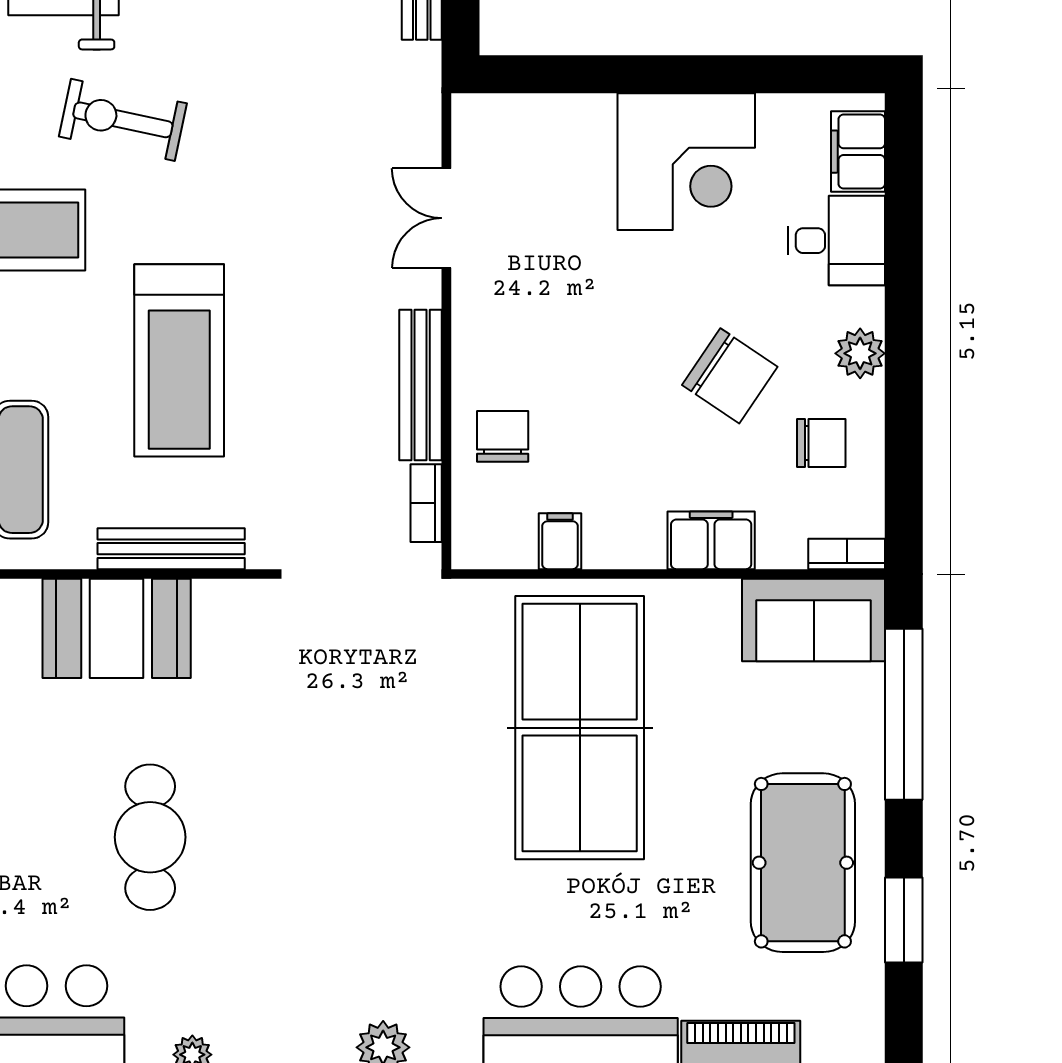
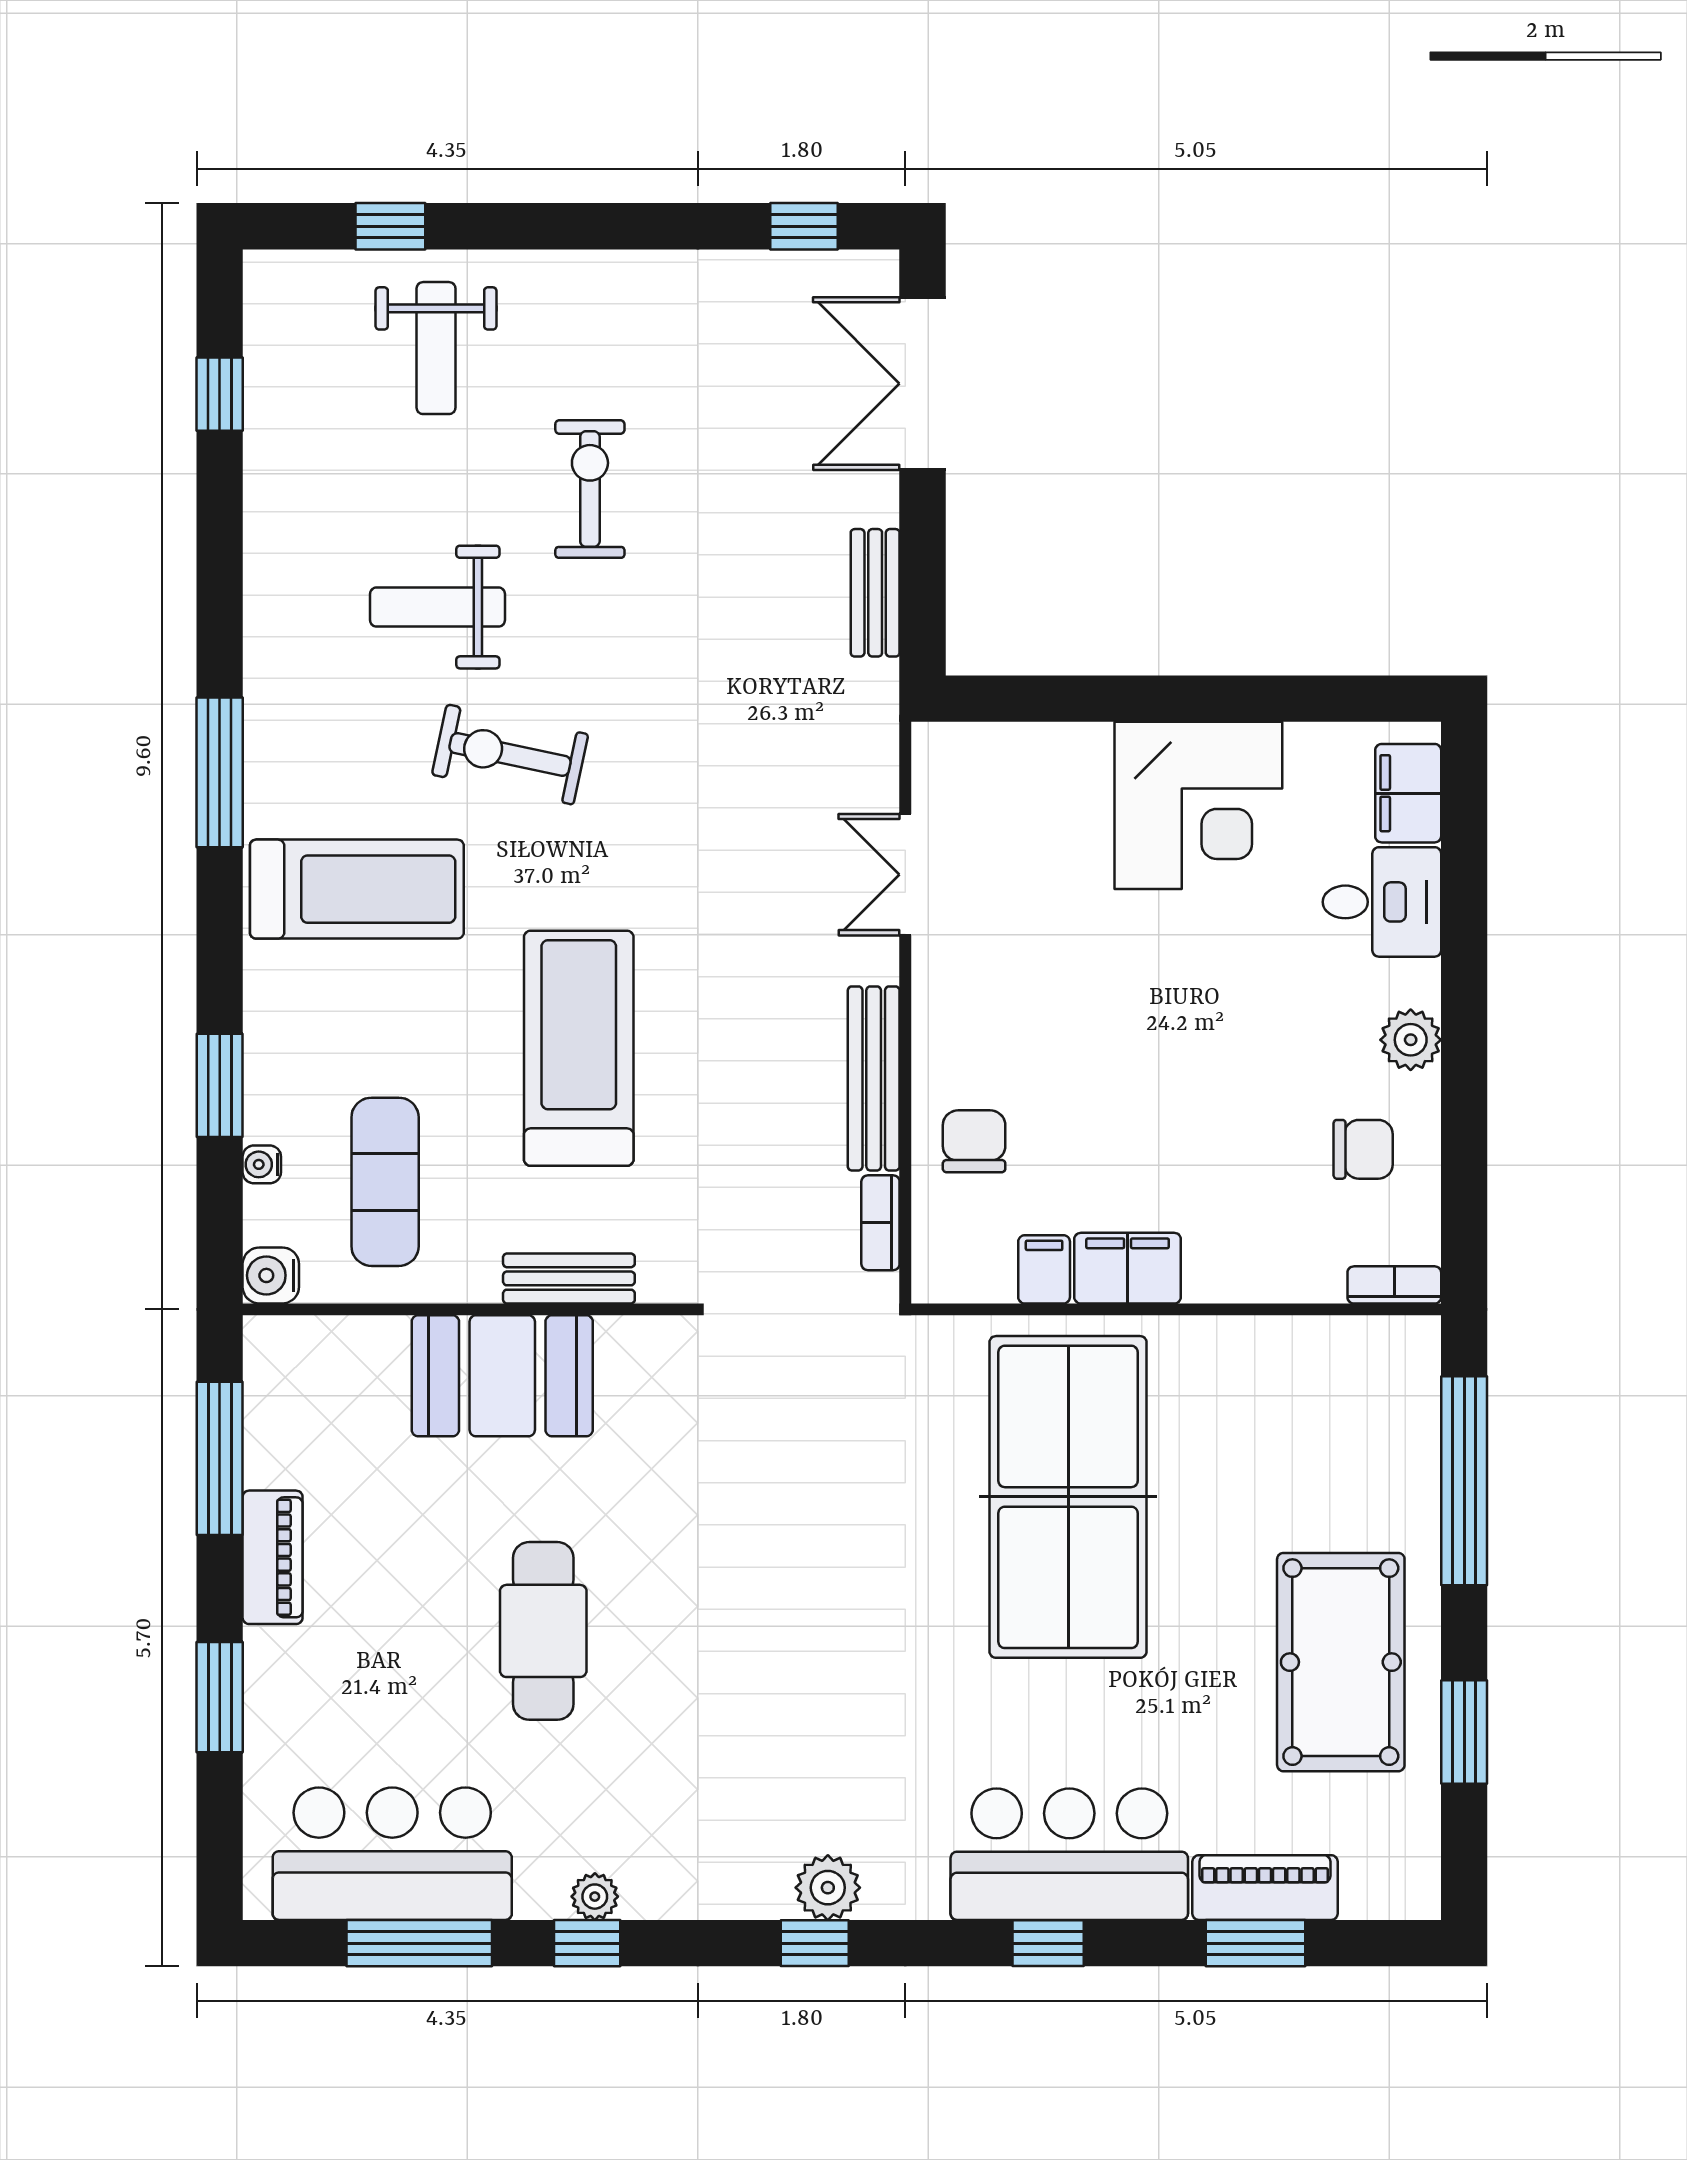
treadmill: (179, 360) -> (579, 1048), turned 180
chair: (730, 376) -> (1251, 1067), removed
filing cabinet: (711, 540) -> (1128, 1268), moved
bench: (171, 549) -> (569, 1278), width x0.73
sofa: (814, 620) -> (1354, 1366), removed

